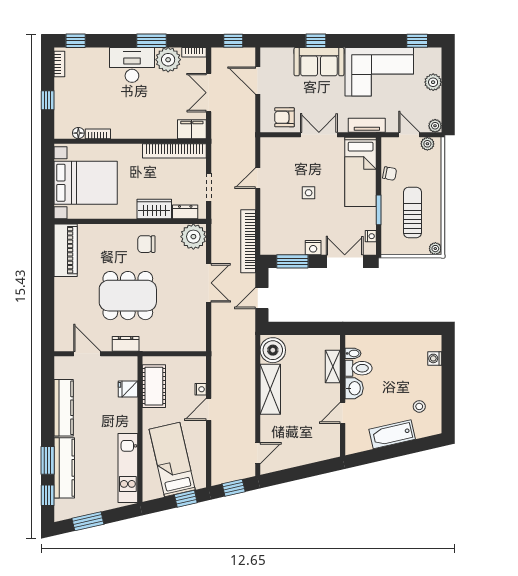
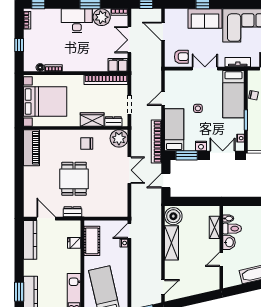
armchair: (284, 117) -> (181, 57), turned 180
bed: (274, 224) -> (174, 130), added
dining table: (128, 296) -> (74, 179), width x0.73
kitchen counter: (64, 408) -> (30, 240), moved
door: (209, 409) -> (129, 231), moved

